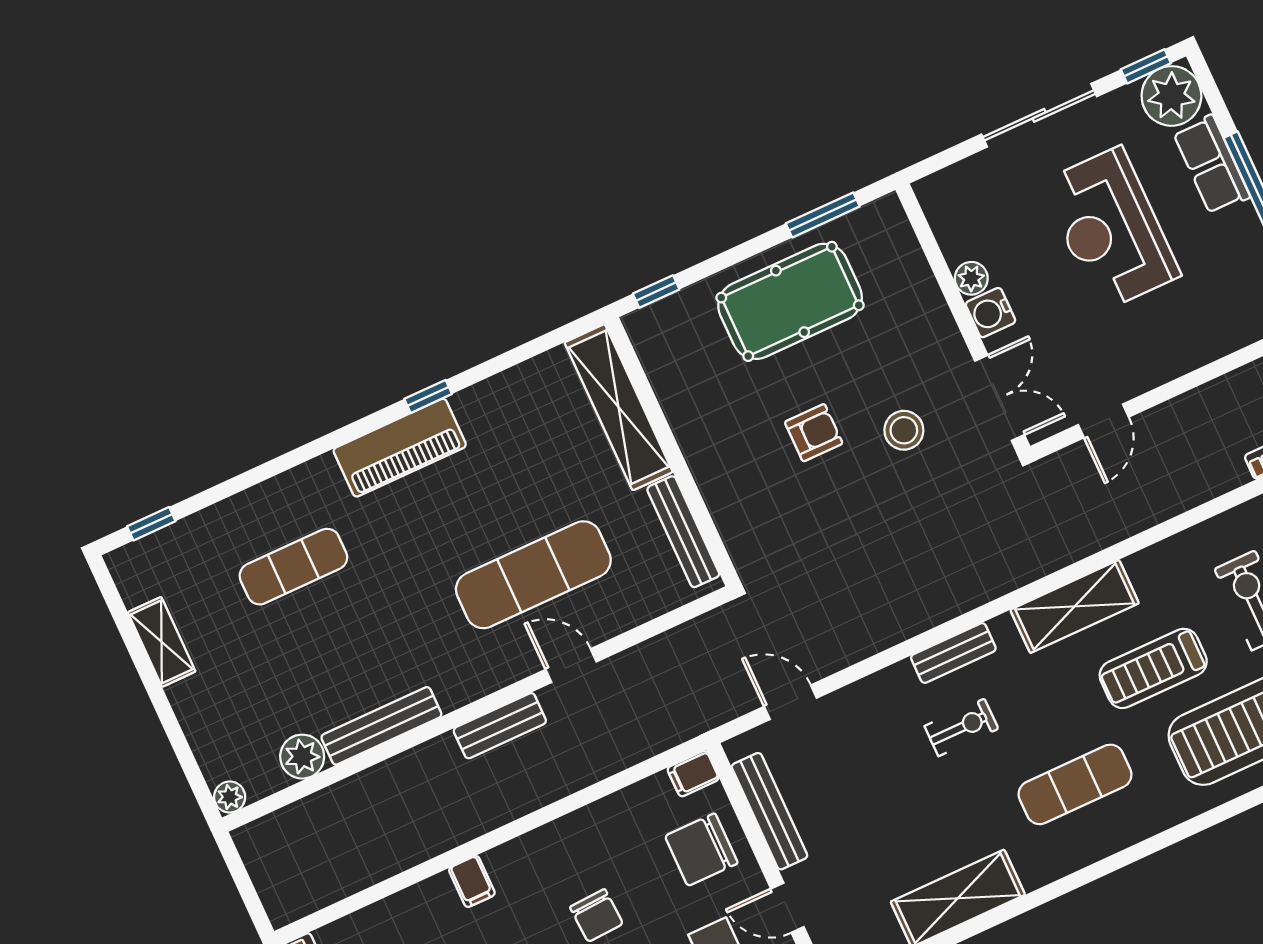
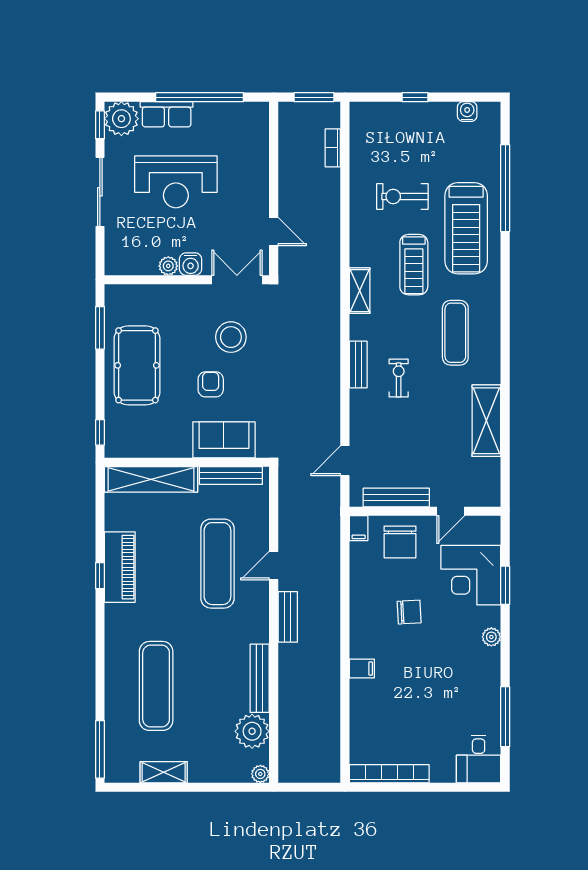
stool: (904, 430) -> (231, 337), width x1.38, depth x1.38
piano: (400, 448) -> (120, 567), moved
sofa: (735, 494) -> (224, 440), added
window: (151, 524) -> (100, 749), width x2.17
exercise mat: (293, 567) -> (156, 686), width x1.36, depth x1.45
shelving: (1075, 606) -> (360, 291), width x0.67, depth x0.75
plant: (302, 757) -> (252, 731), width x1.36, depth x1.36

